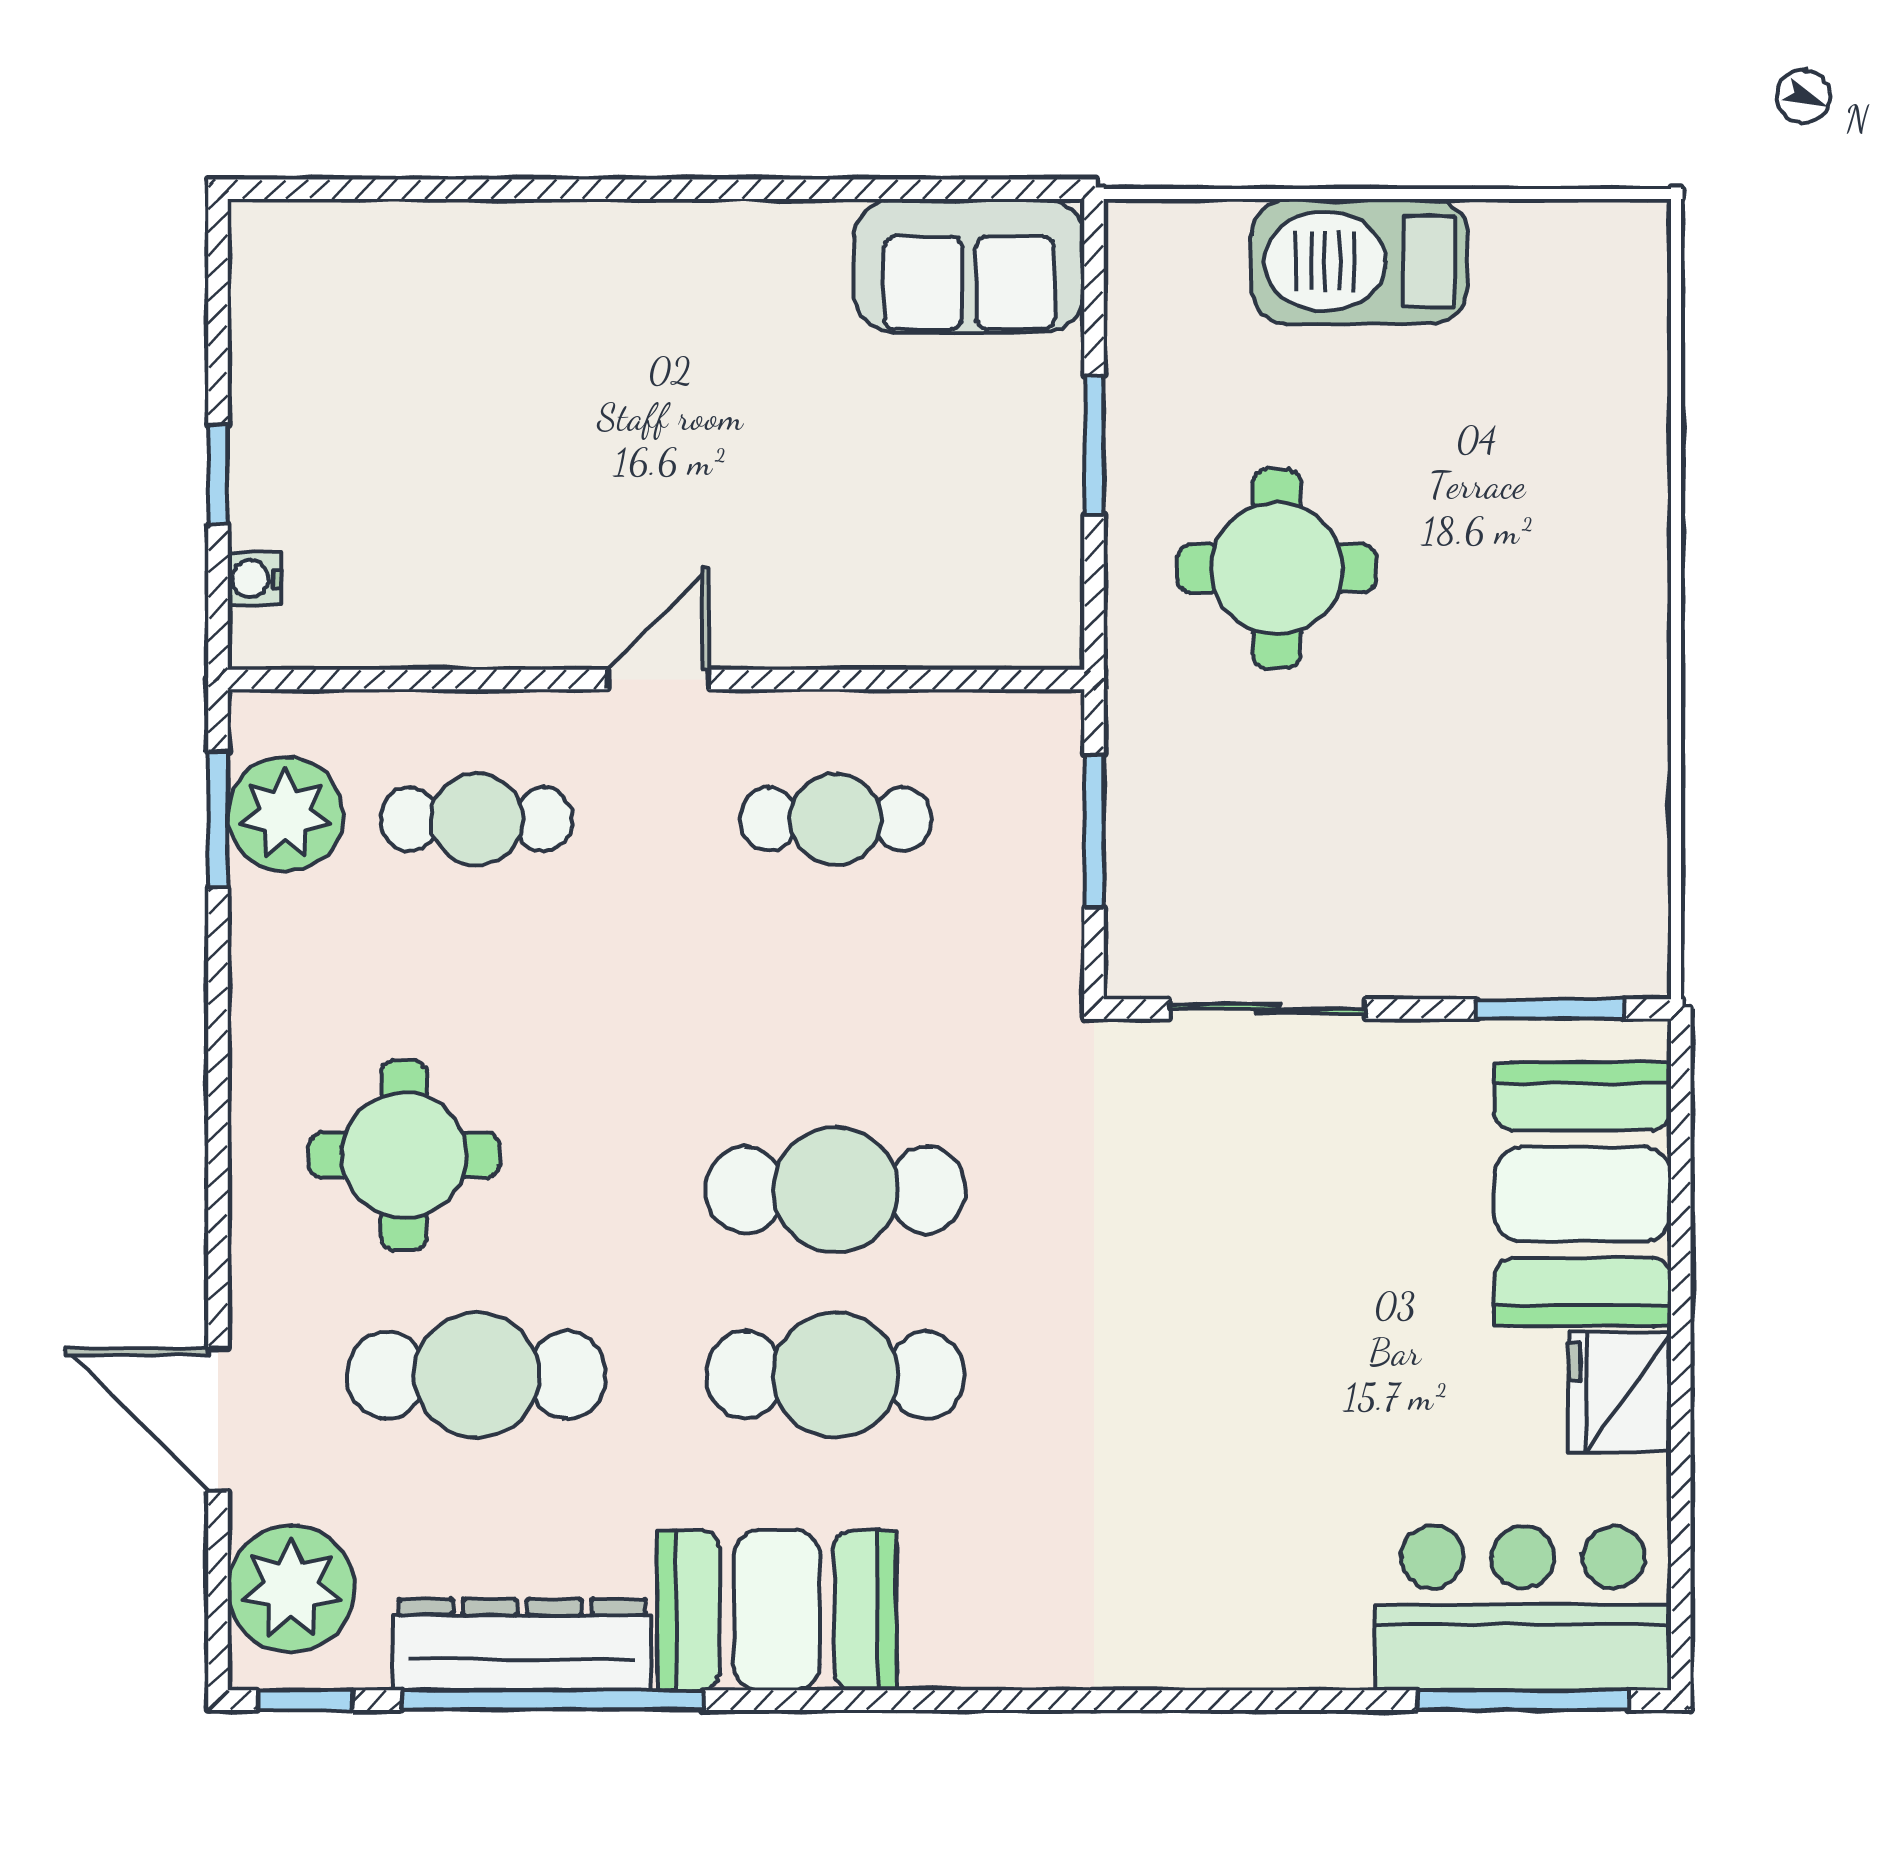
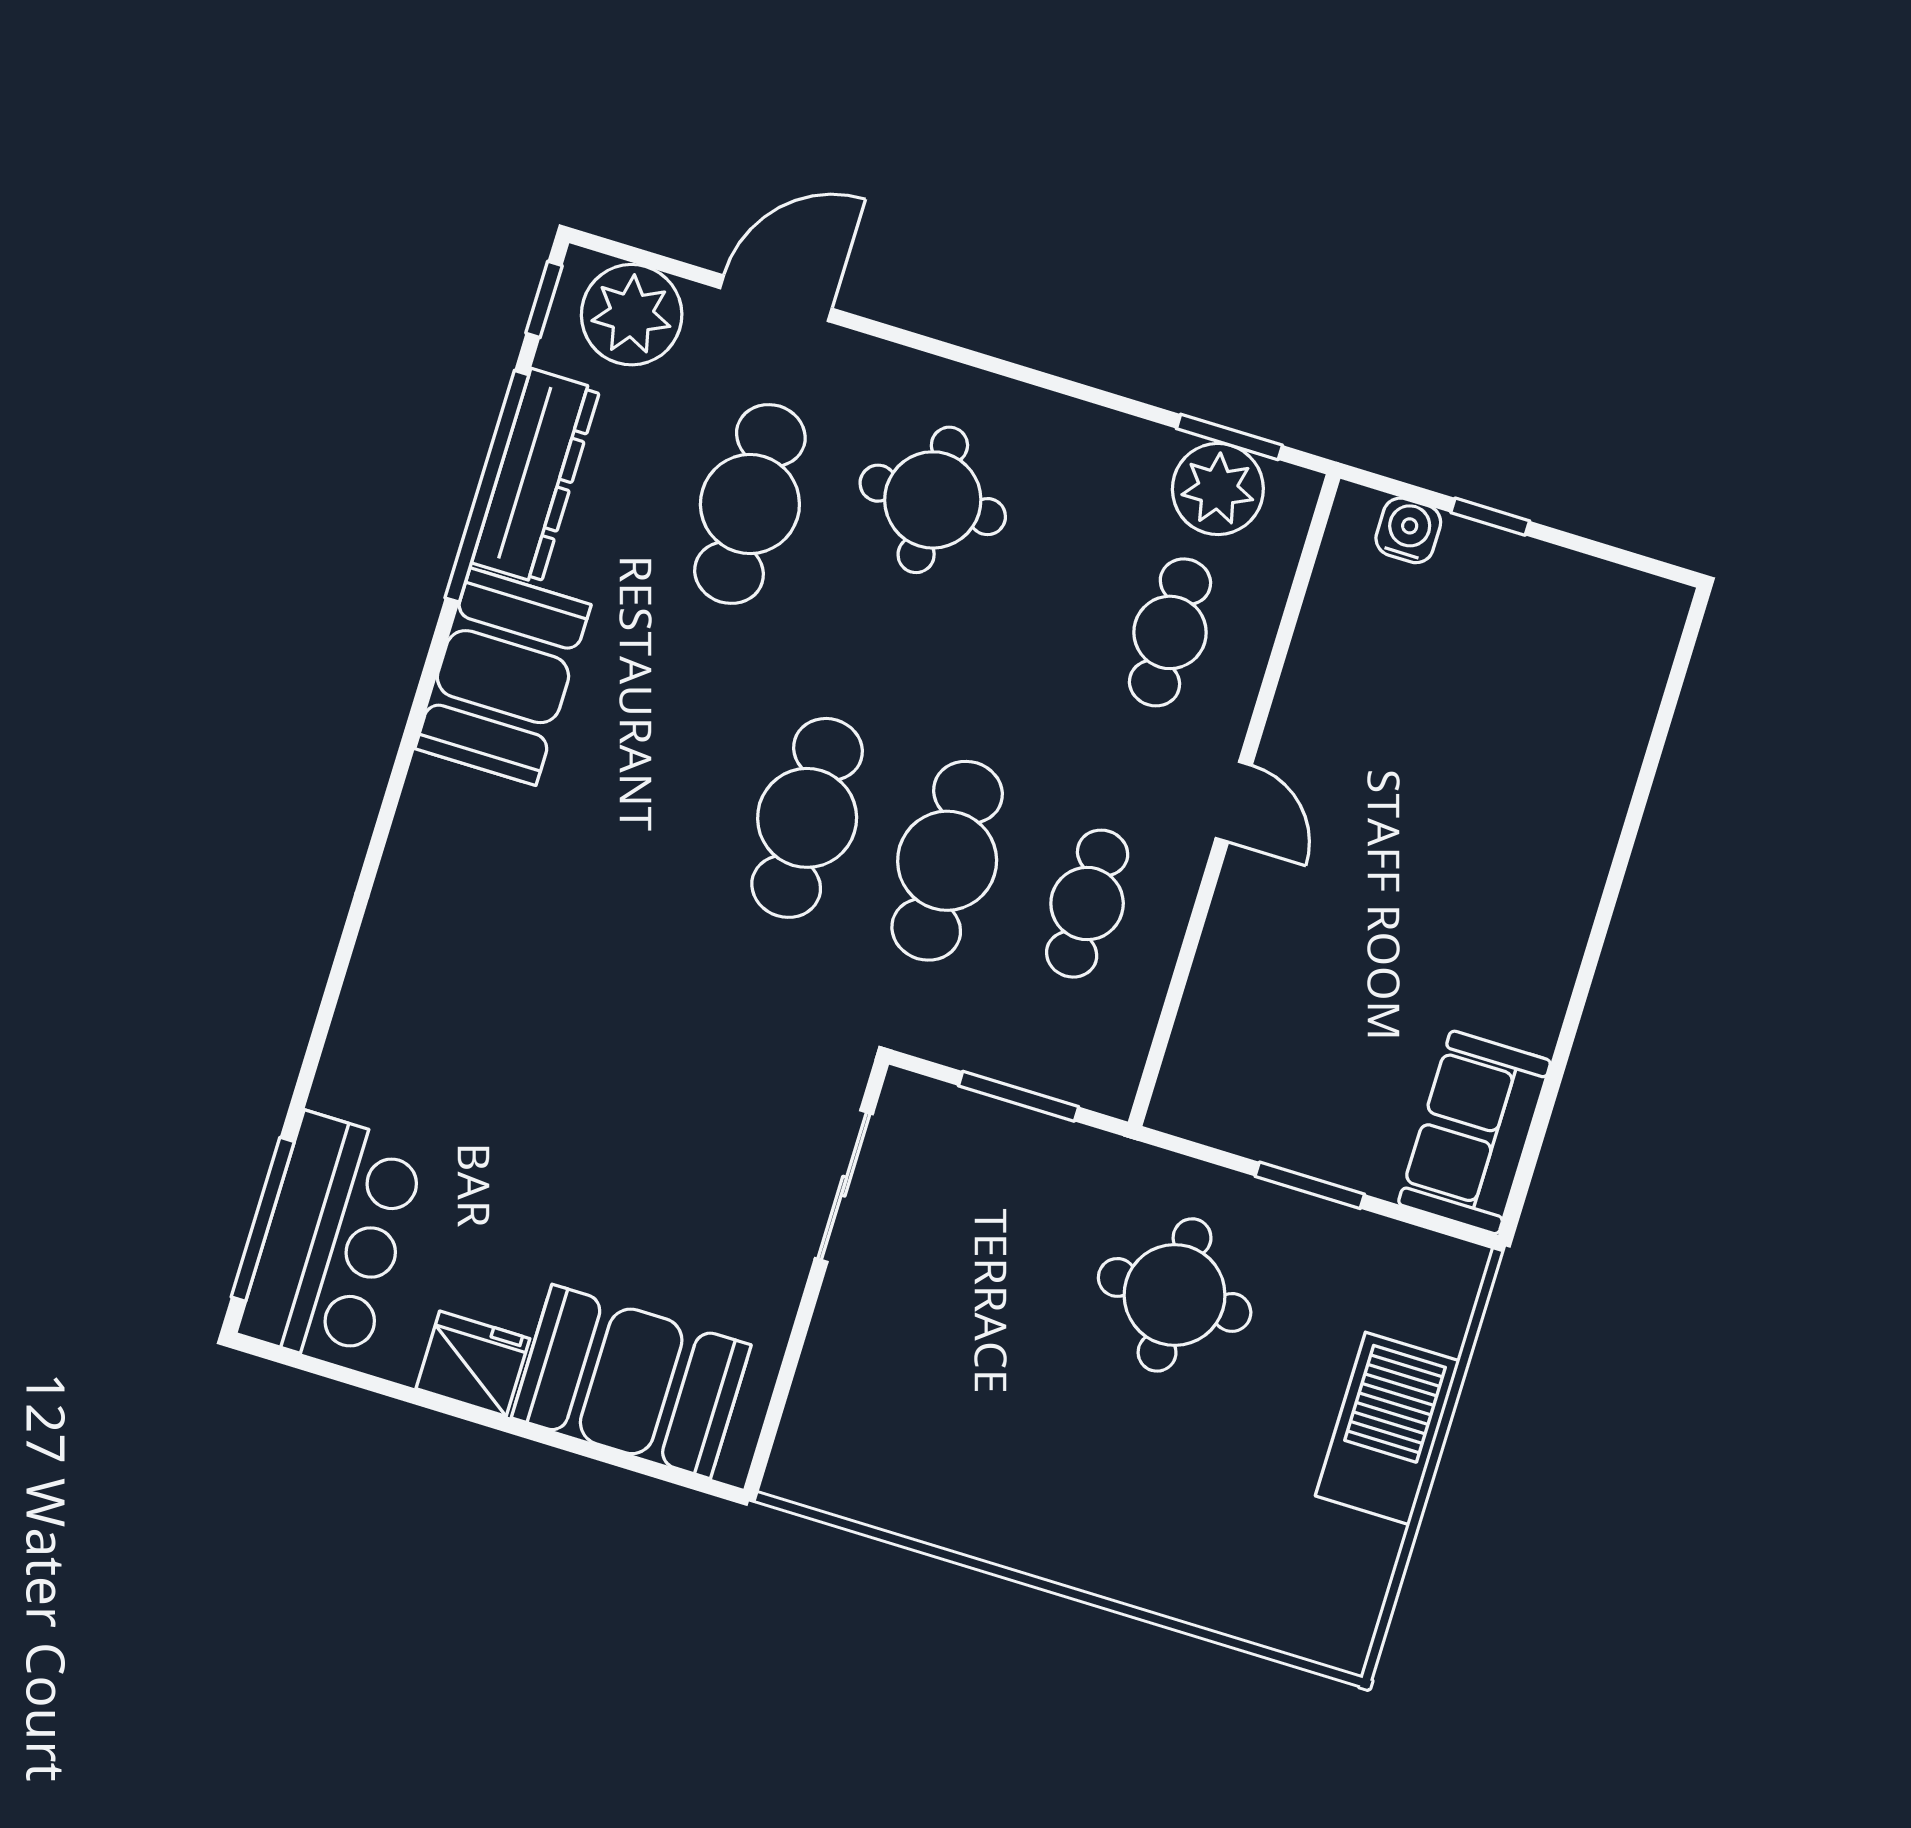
water cooler: (255, 579) -> (1408, 530), width x1.38, depth x1.38
window: (1550, 1009) -> (779, 1400), removed
cafe table: (835, 1375) -> (947, 861), moved

